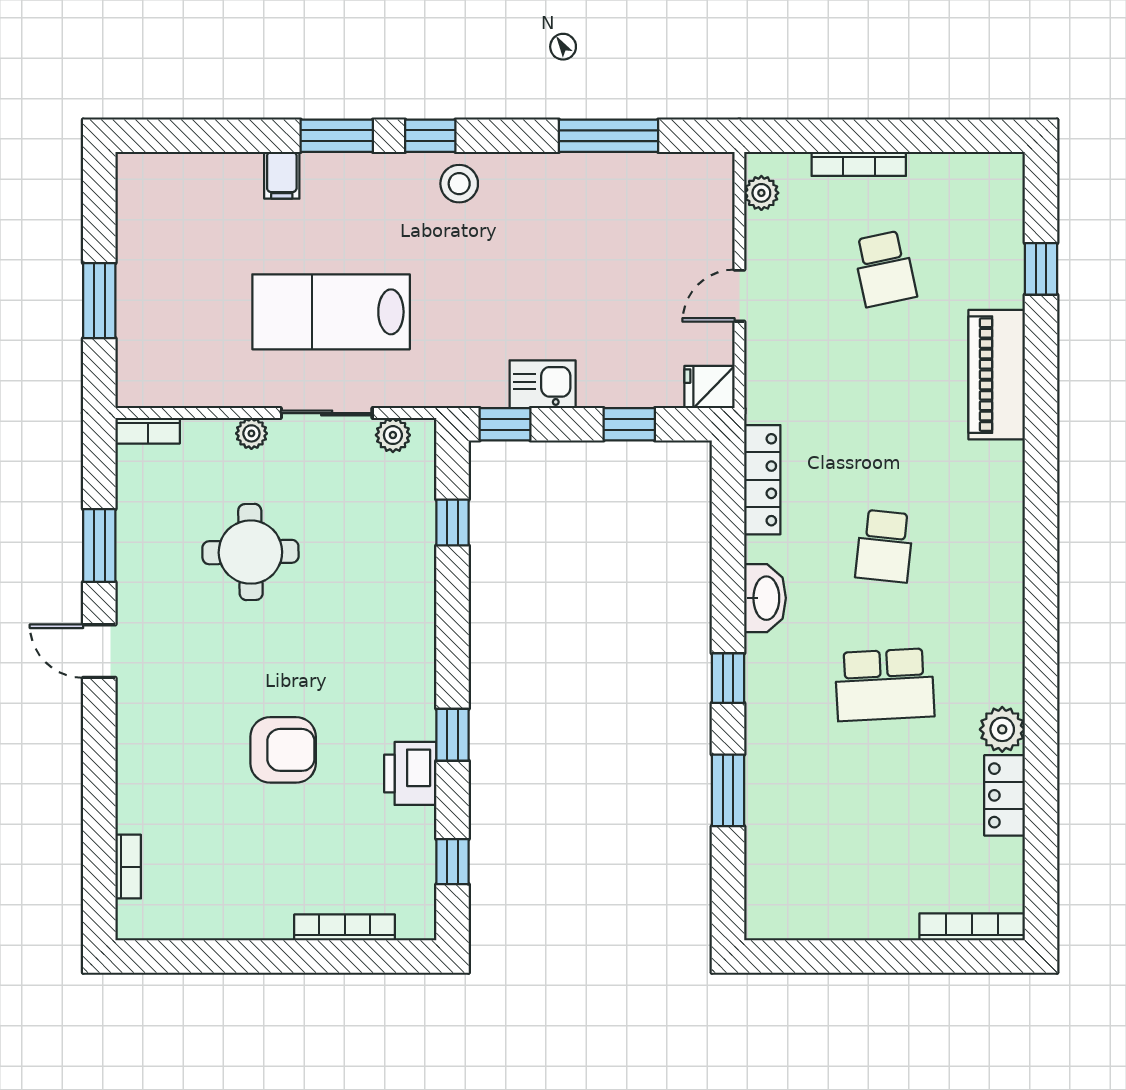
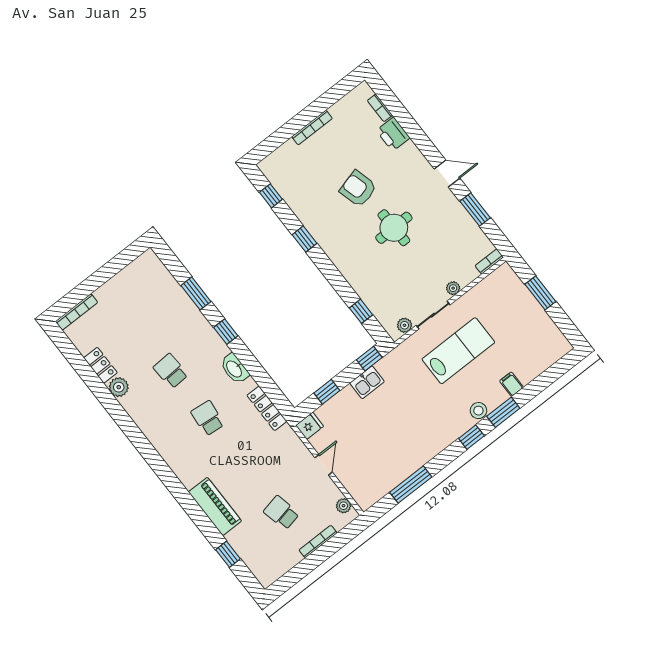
stool: (459, 184) -> (478, 411), moved
round table: (250, 552) -> (394, 228), moved
school desk: (885, 685) -> (171, 371), width x0.54
armchair: (283, 750) -> (358, 189), turned 75
printer: (410, 773) -> (393, 134), moved, turned 180
bookcase: (345, 927) -> (312, 128), moved

